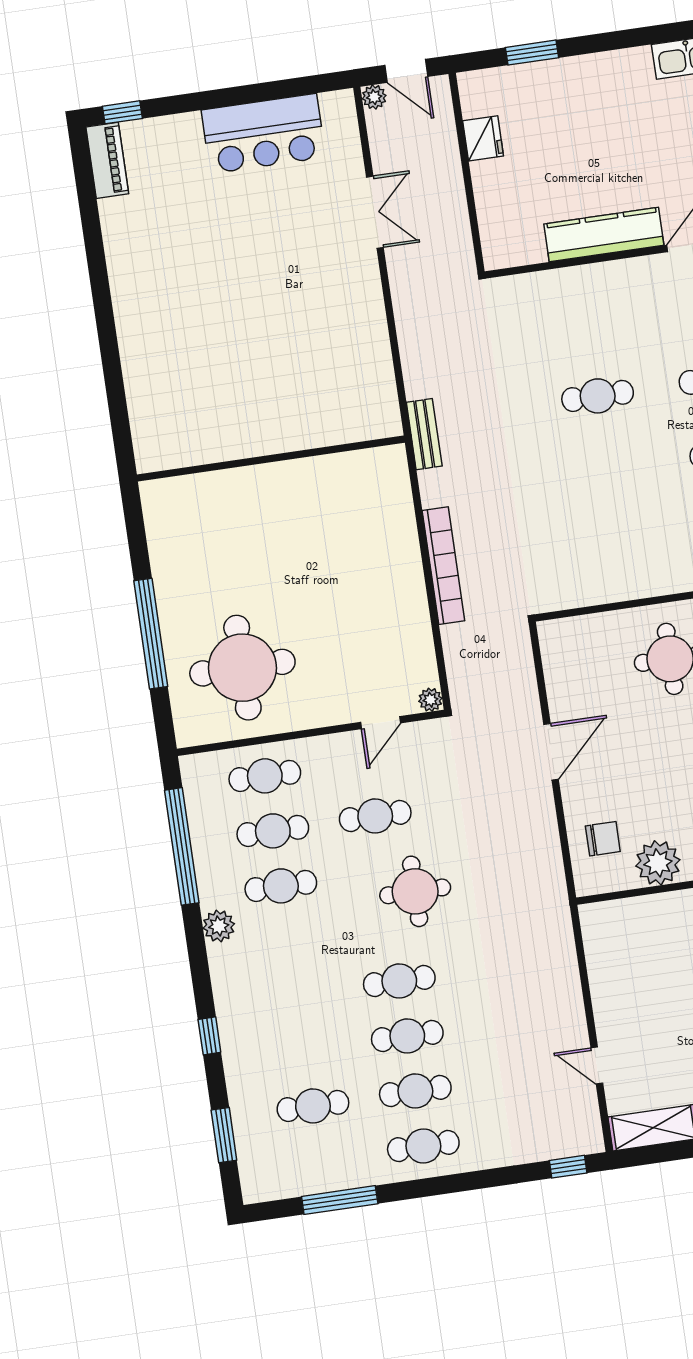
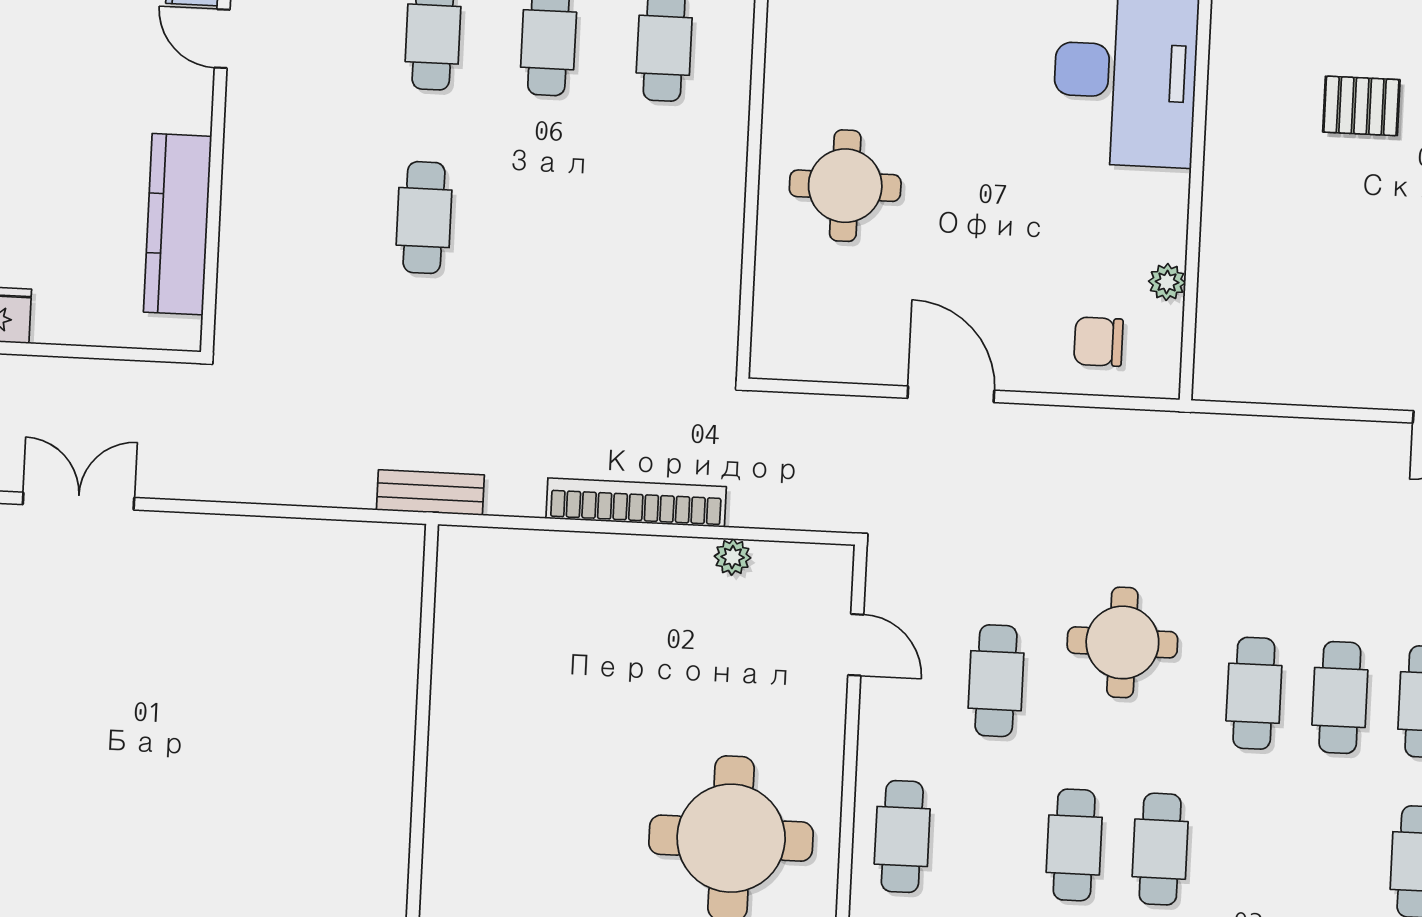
kitchen counter: (604, 235) -> (178, 224), moved
plant: (430, 700) -> (733, 557), moved
cafe table: (273, 831) -> (1160, 849), moved
chair: (603, 839) -> (1098, 342), turned -90
plant: (658, 863) -> (1167, 282), width x0.53, depth x0.53

